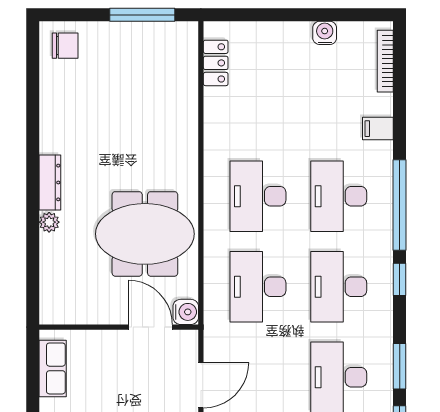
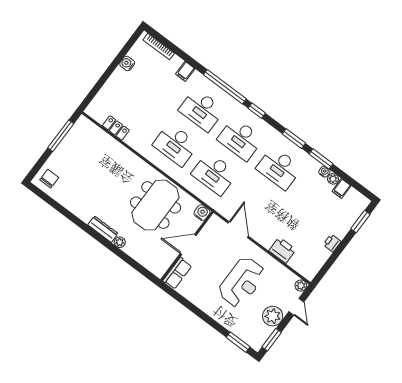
locker: (216, 63) -> (116, 128), moved
door: (150, 327) -> (188, 245), moved
row of seats: (53, 368) -> (177, 273), moved, turned 90

